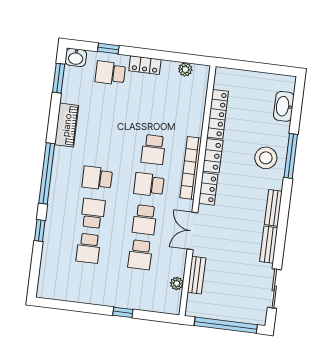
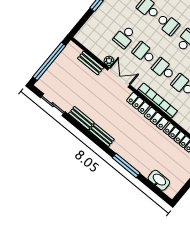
stool: (266, 158) -> (135, 150), removed
school desk: (149, 185) -> (163, 69), turned -90
school desk: (140, 255) -> (125, 37), turned -90
plant: (177, 283) -> (109, 61), moved

